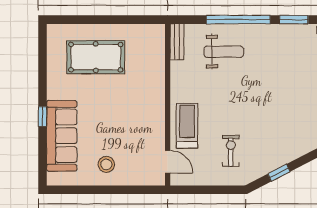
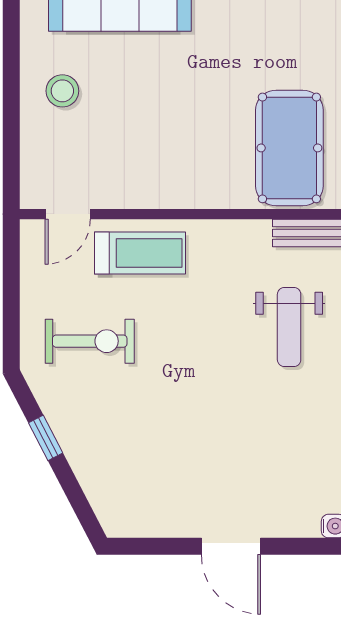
pool table: (96, 57) -> (289, 148), moved
exercise bike: (231, 151) -> (90, 341), width x1.38, depth x1.39

